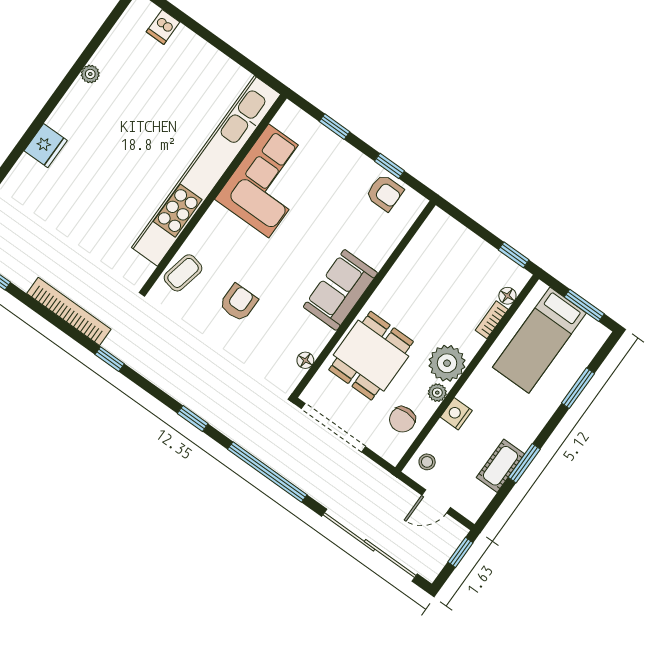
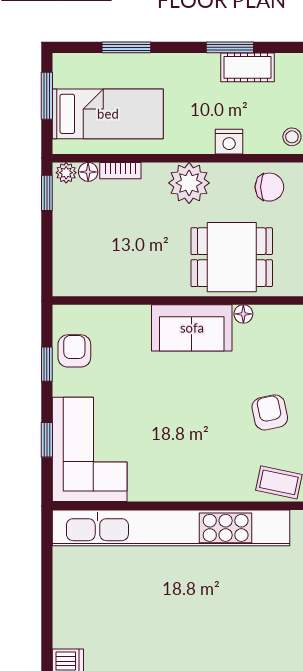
corner sofa: (269, 181) -> (90, 449), moved, turned 90
armchair: (239, 303) -> (270, 412), turned 78
floor lamp: (305, 360) -> (243, 314), moved
plant: (437, 393) -> (66, 173), moved

